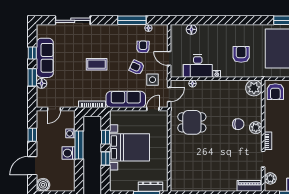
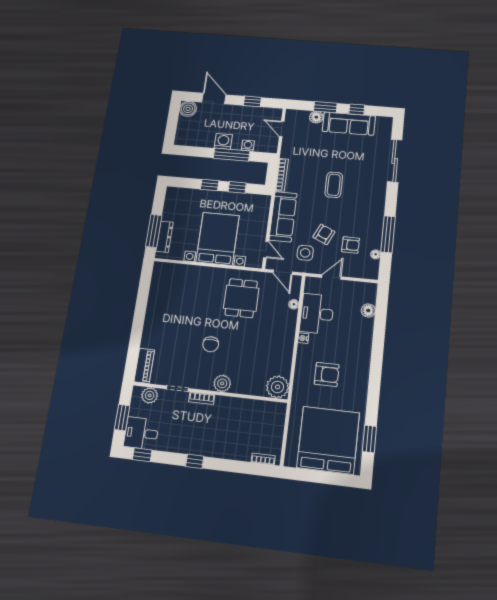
armchair: (275, 92) -> (269, 417), removed
chair: (238, 124) -> (211, 344), moved
bed with nightstands: (130, 147) -> (218, 239), moved, turned 180

